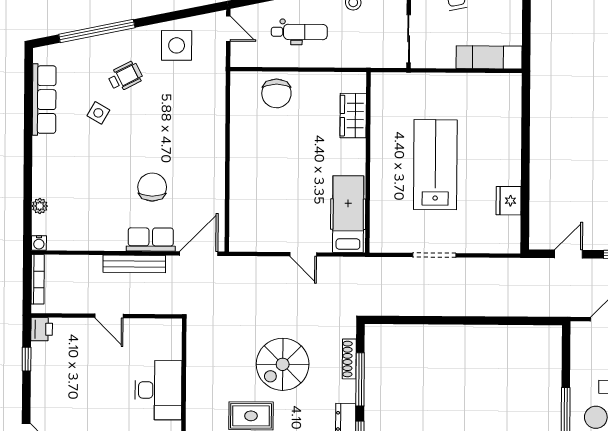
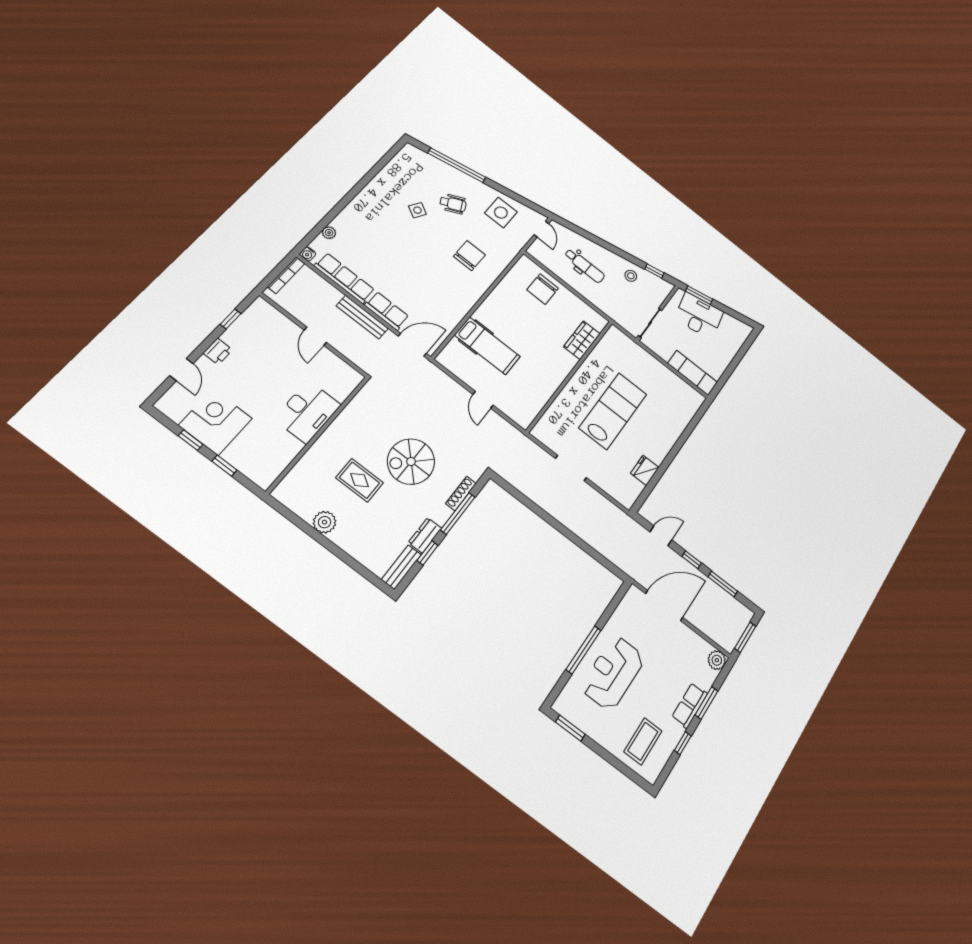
row of seats: (44, 100) -> (344, 278), moved, turned -90
chair: (152, 187) -> (469, 256), moved
hospital bed: (348, 214) -> (487, 346), moved, turned 90
printer: (42, 329) -> (218, 351), moved

